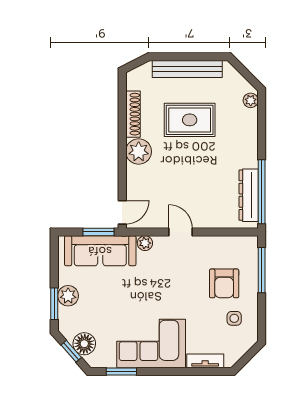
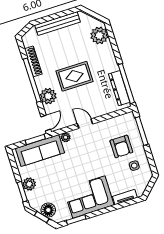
plant: (251, 100) -> (99, 35), width x1.88, depth x1.88
rug: (190, 120) -> (75, 76), moved
window: (122, 142) -> (32, 80), added
plant: (139, 152) -> (48, 96), moved

